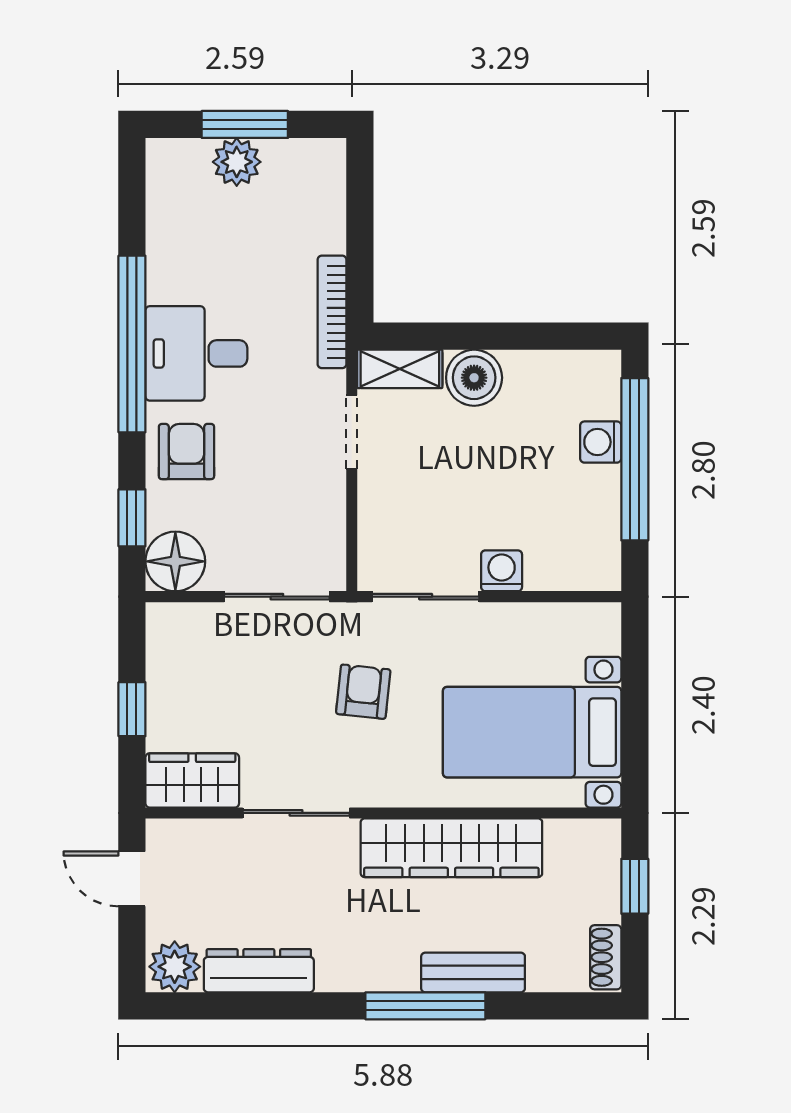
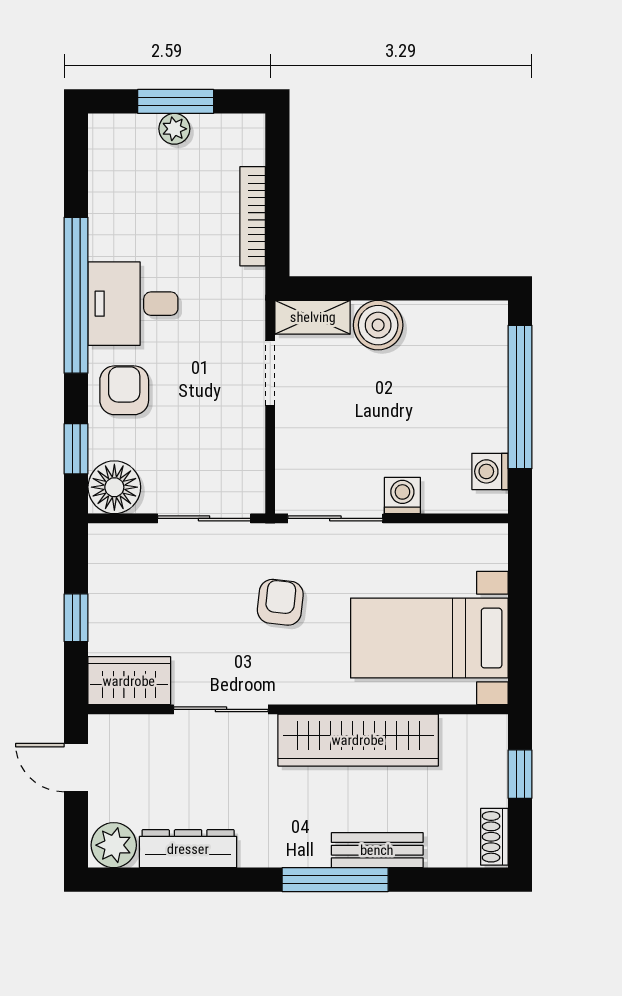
plant: (237, 162) -> (174, 129), width x0.73, depth x0.73
bookcase: (332, 312) -> (253, 216), moved
washing machine: (601, 442) -> (490, 471), moved

